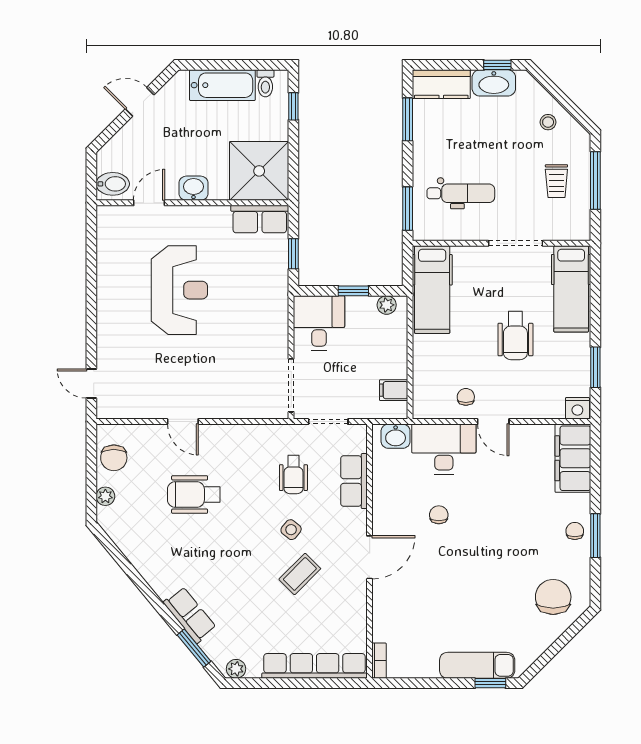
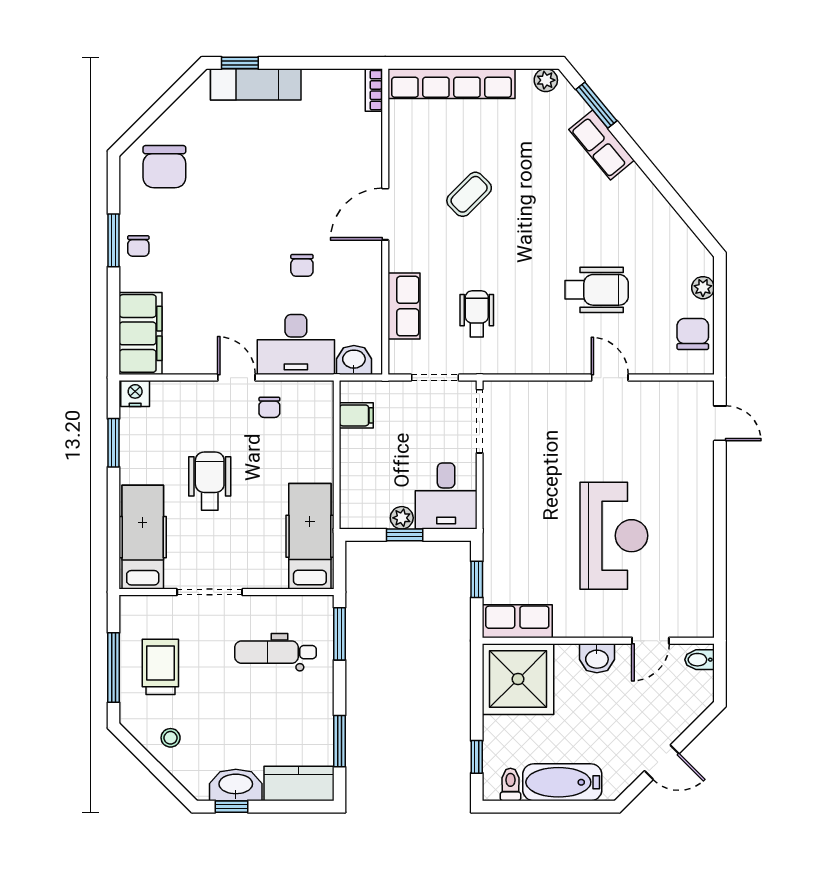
trolley: (556, 181) -> (160, 667), width x1.36, depth x1.39
bidet: (113, 184) -> (699, 660), width x0.72, depth x0.74
reception desk: (179, 290) -> (614, 536), turned 180
plant: (387, 305) -> (402, 518), moved
side table: (291, 530) -> (480, 248), removed

